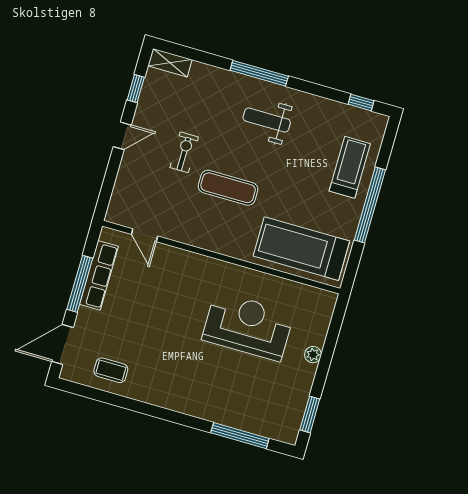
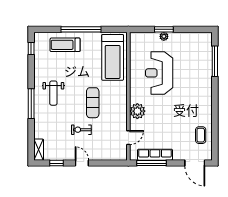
plant: (189, 266) -> (137, 111), added
window: (80, 284) -> (152, 163), moved
window: (310, 414) -> (164, 29), moved

